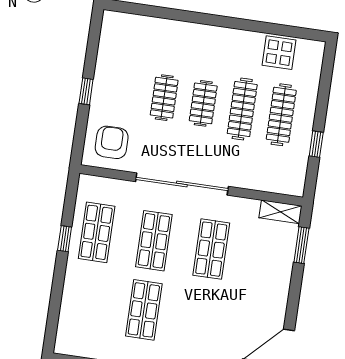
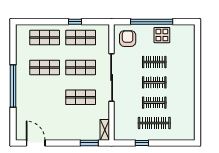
display table: (279, 53) -> (162, 35), moved
window: (86, 91) -> (152, 22), width x3.17
clothes rail: (242, 109) -> (154, 103), width x0.73
armchair: (112, 142) -> (128, 39), turned -90
shop shelf: (86, 302) -> (45, 38), added

